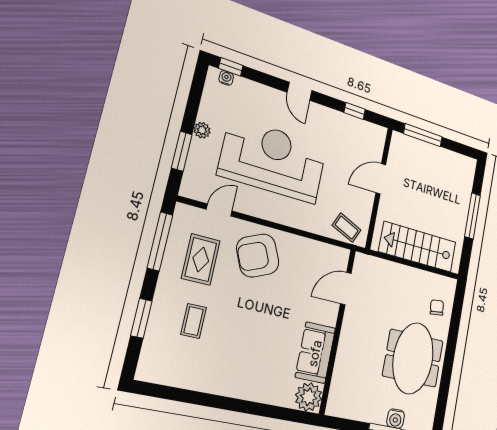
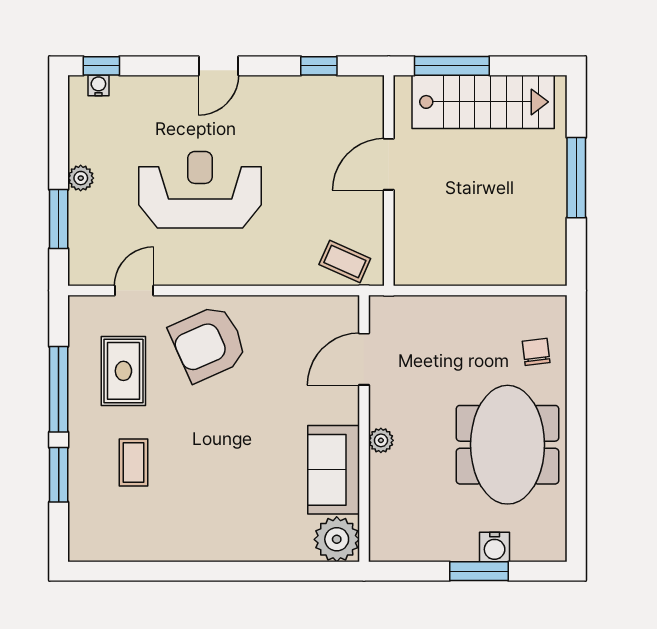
door: (300, 91) -> (219, 66), hinge flipped
reception desk: (273, 160) -> (200, 190), width x0.74, depth x0.77
window: (160, 241) -> (59, 389), moved
stairs: (418, 247) -> (483, 102), moved, turned 180
plant: (346, 340) -> (381, 440), added

